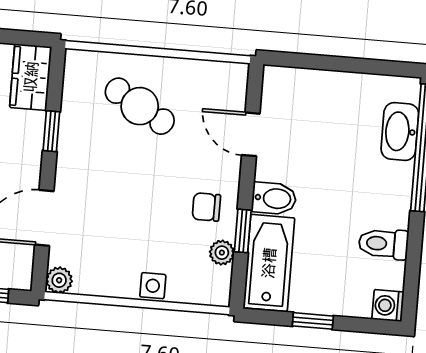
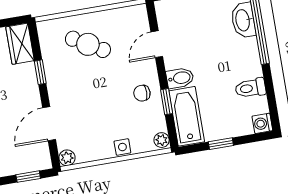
door: (251, 134) -> (157, 44), hinge flipped
plant: (222, 253) -> (162, 140), moved

